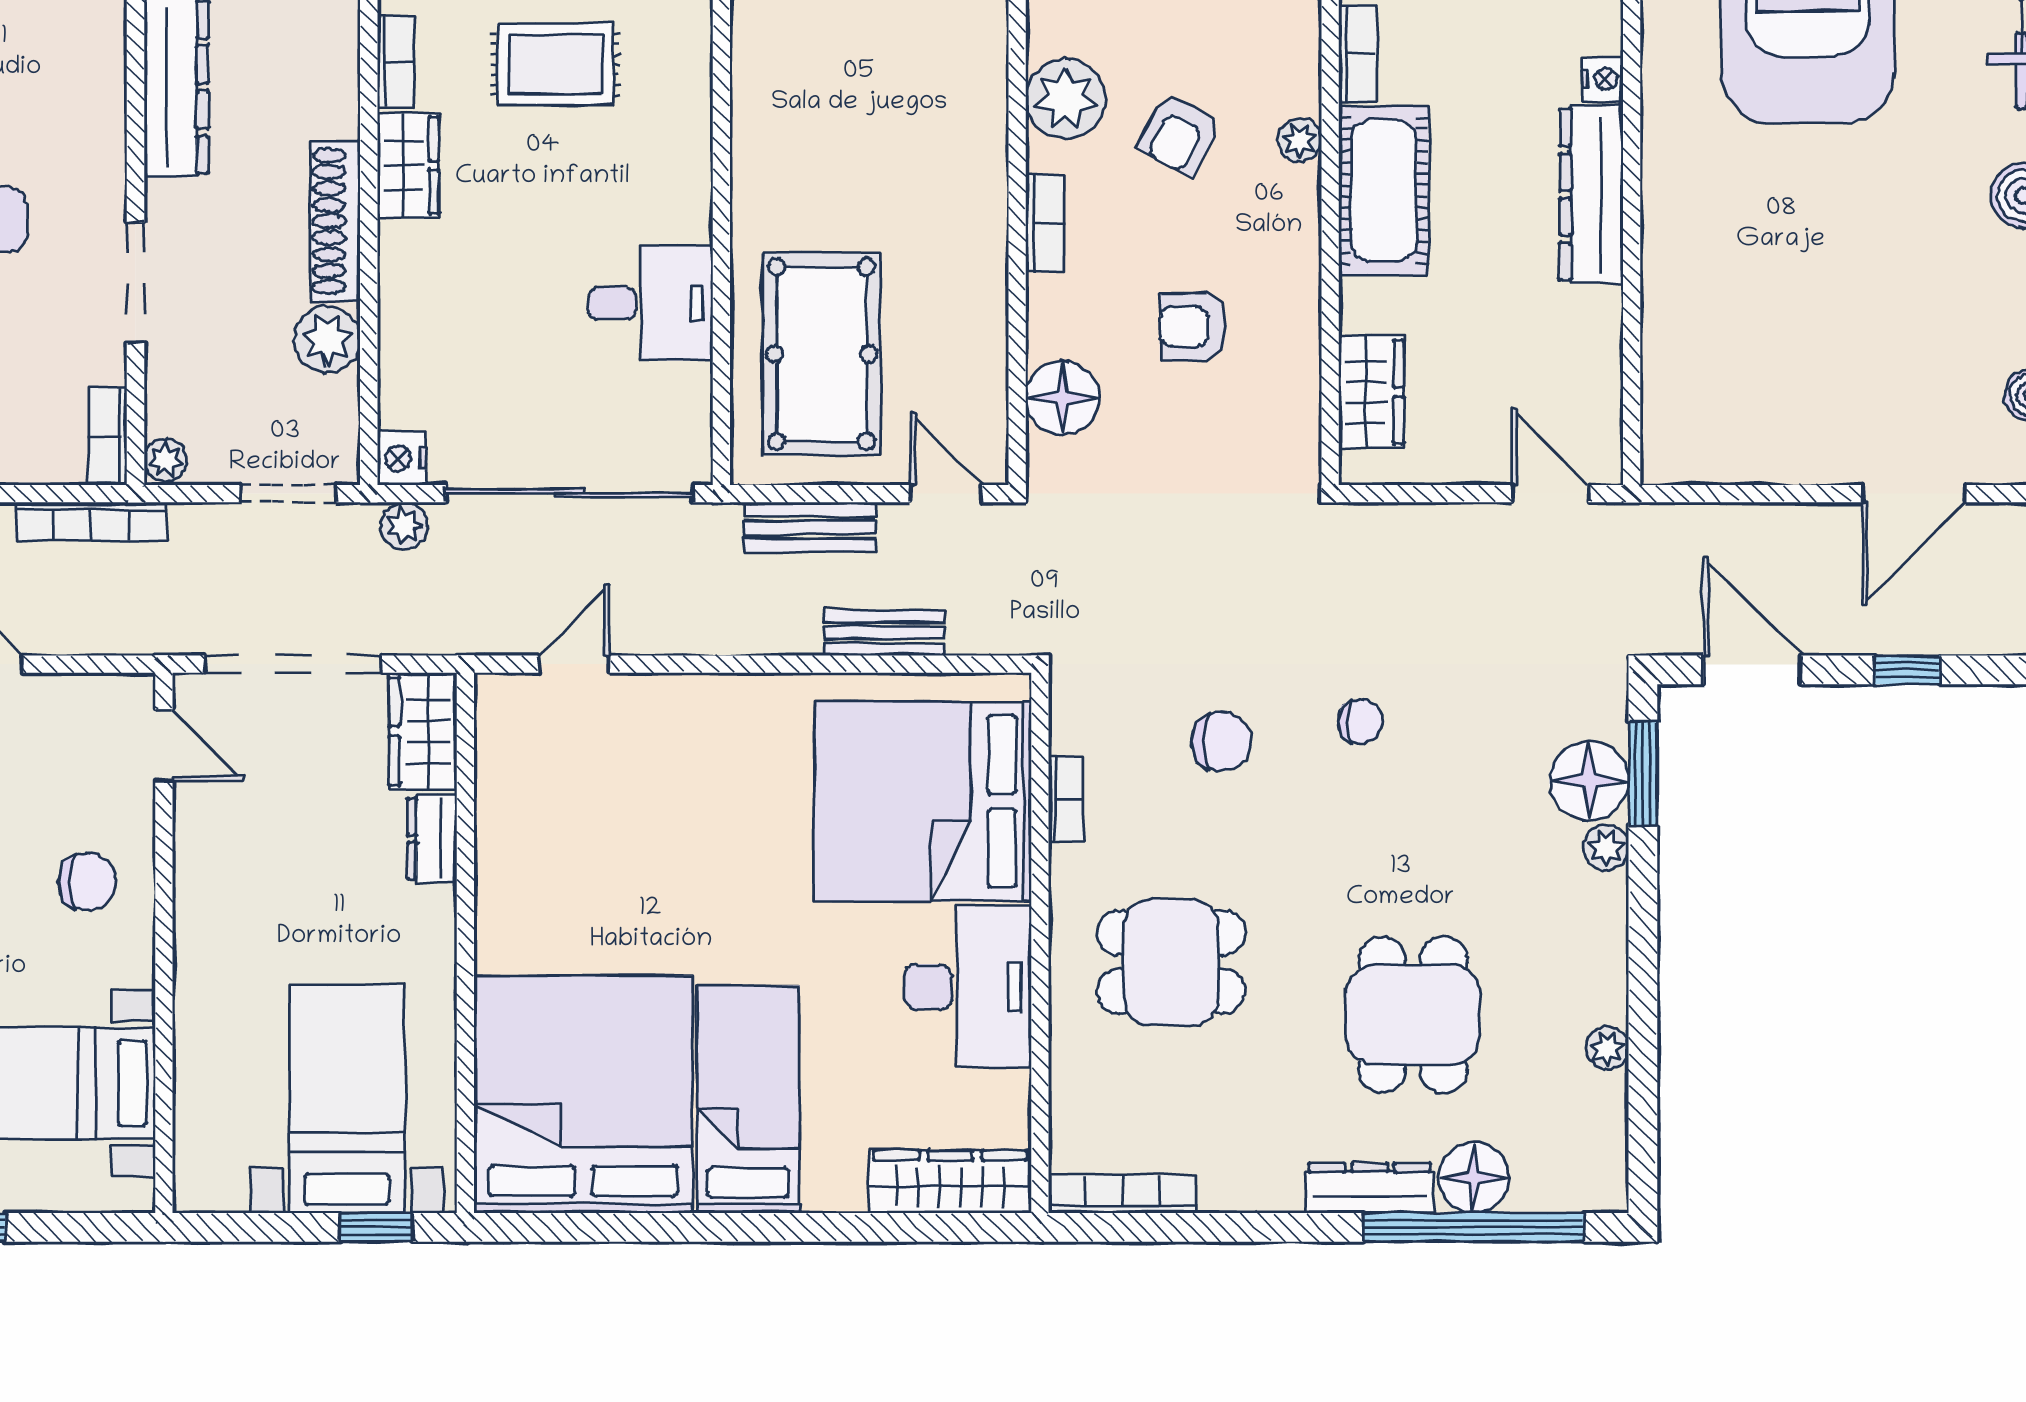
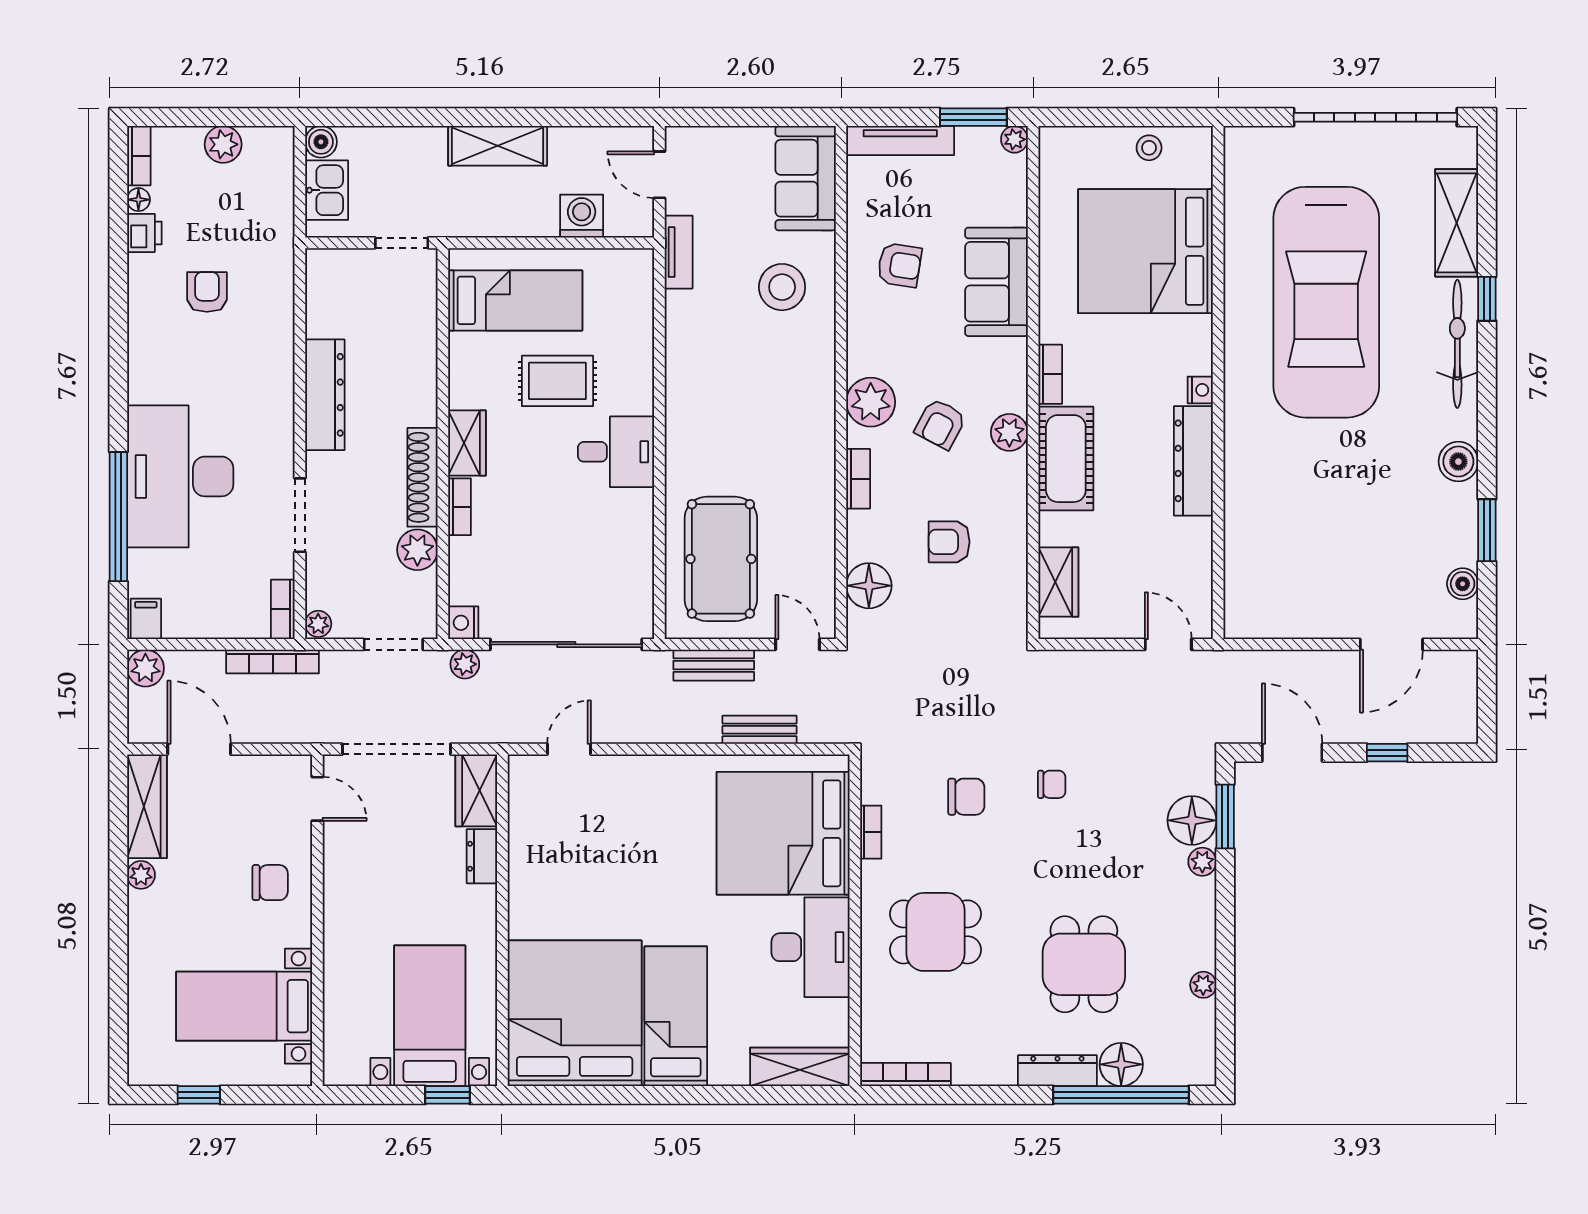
bookcase: (396, 62) -> (460, 507), moved
plant: (1300, 140) -> (1009, 432), width x1.38, depth x1.38
desk: (651, 303) -> (616, 452), moved

